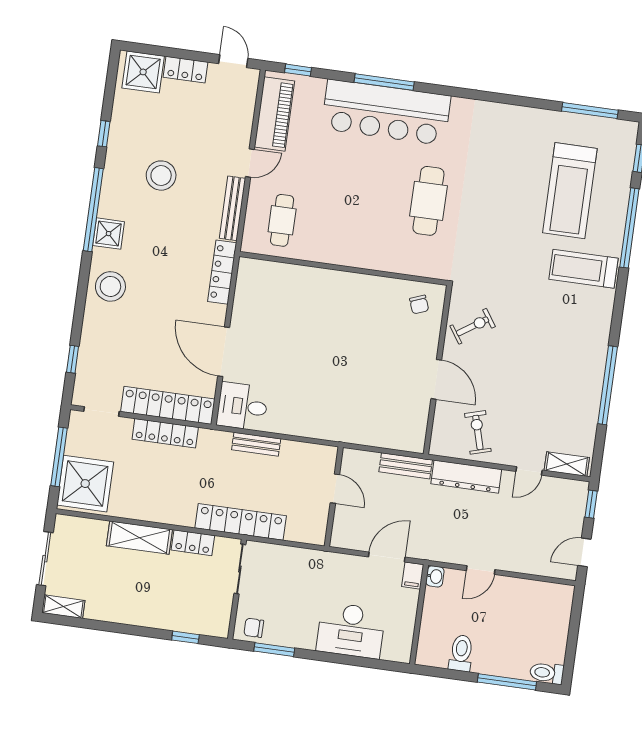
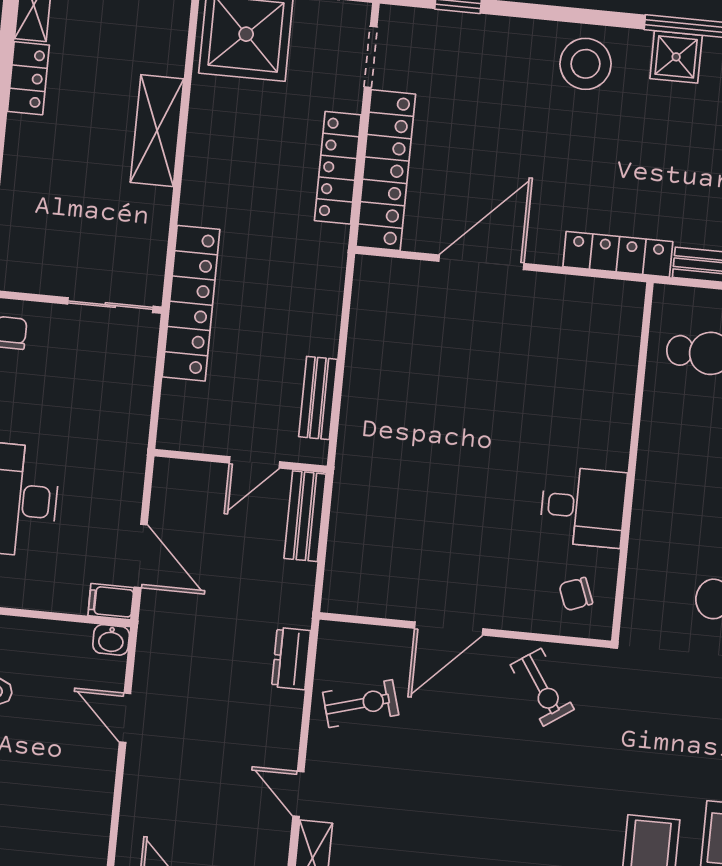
desk: (242, 406) -> (583, 507), moved, turned 90
bench: (256, 444) -> (318, 398), moved
bench: (406, 466) -> (305, 516), moved
dresser: (466, 477) -> (291, 659), width x0.51, depth x0.80
locker: (193, 543) -> (28, 78), moved, turned 180

